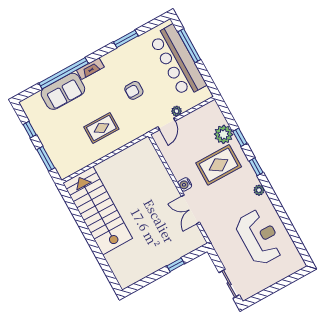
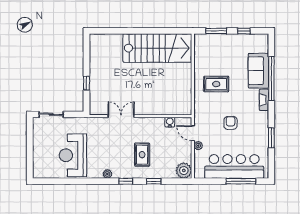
rug: (101, 128) -> (216, 84), turned 90
plant: (224, 134) -> (184, 171), moved
rug: (219, 165) -> (142, 155), width x0.73, depth x0.70
water cooler: (185, 184) -> (170, 122), moved
reception desk: (259, 237) -> (73, 155), turned 90

